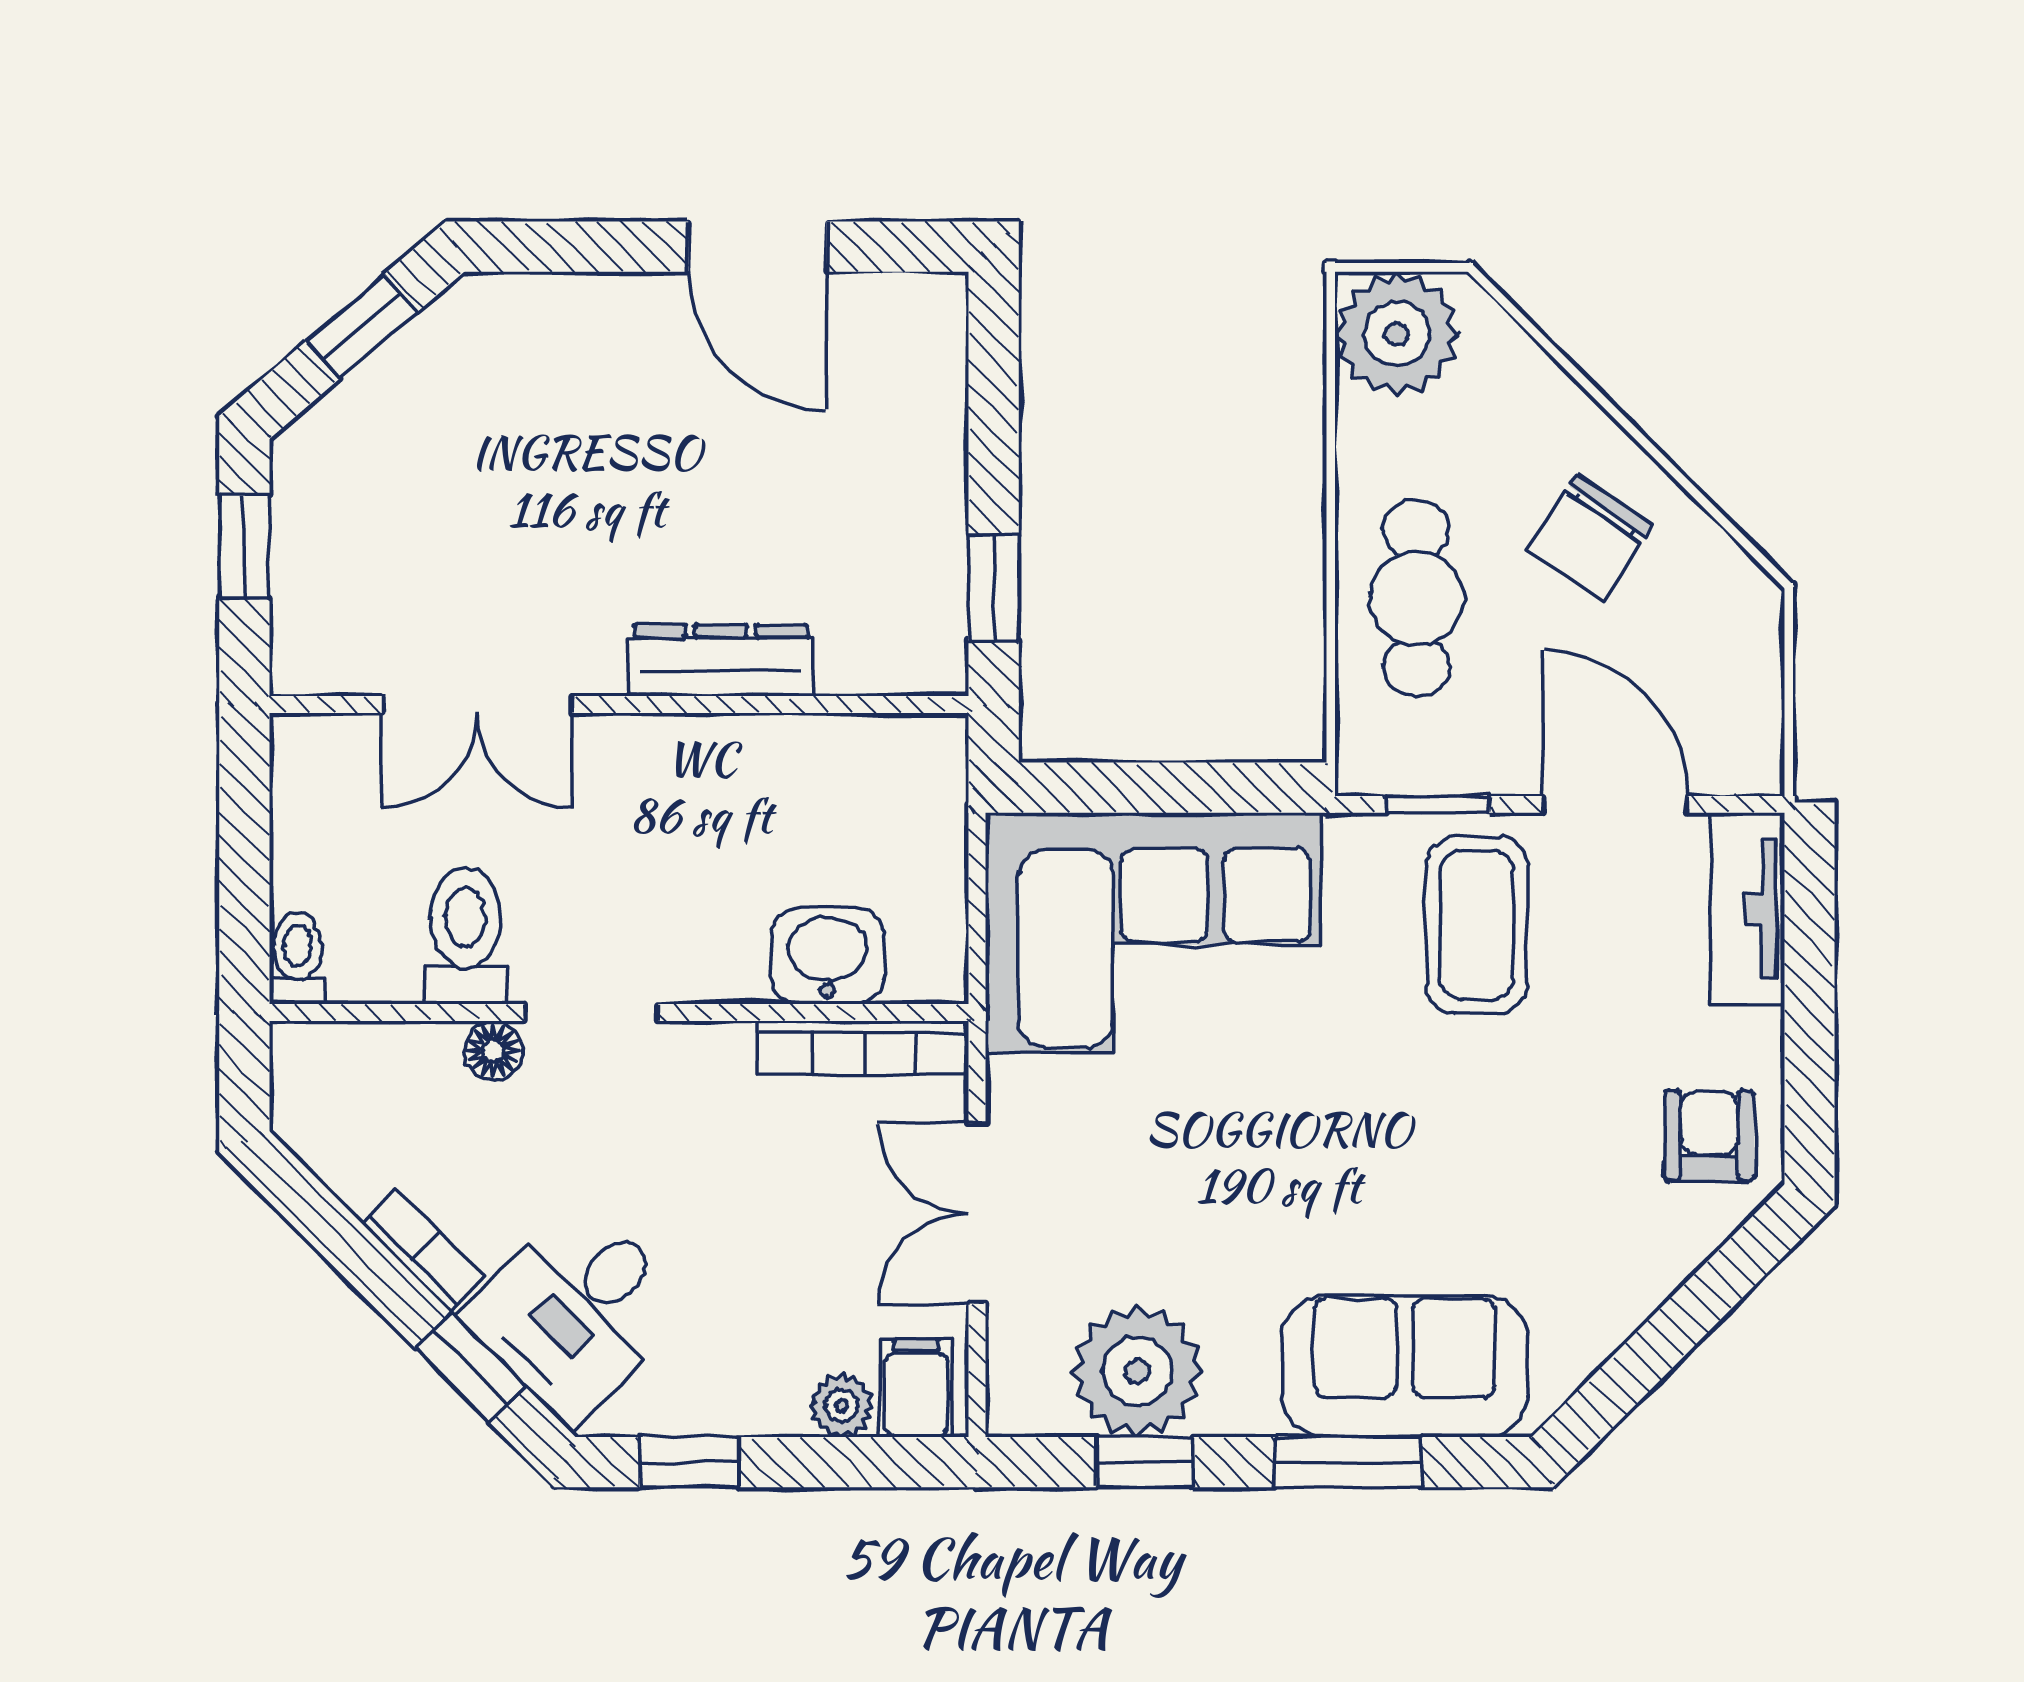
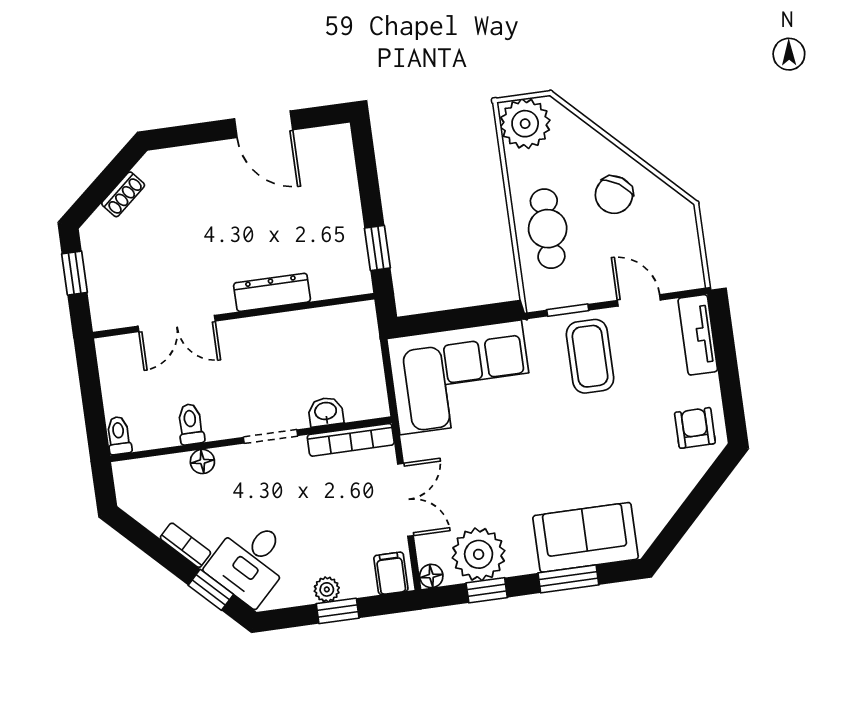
window: (362, 327) -> (109, 178), removed
shoe rack: (390, 370) -> (123, 194), added
door: (1615, 804) -> (639, 300), width x0.73
toilet: (466, 936) -> (191, 424), width x0.73, depth x0.72
washbasin: (827, 956) -> (326, 412), width x0.72, depth x0.69
doorway: (591, 1012) -> (271, 436), moved
double door: (977, 1213) -> (406, 500), swing flipped
plant: (842, 1406) -> (327, 589), moved
floor lamp: (1014, 1408) -> (431, 576), added
window: (689, 1462) -> (338, 611), moved

